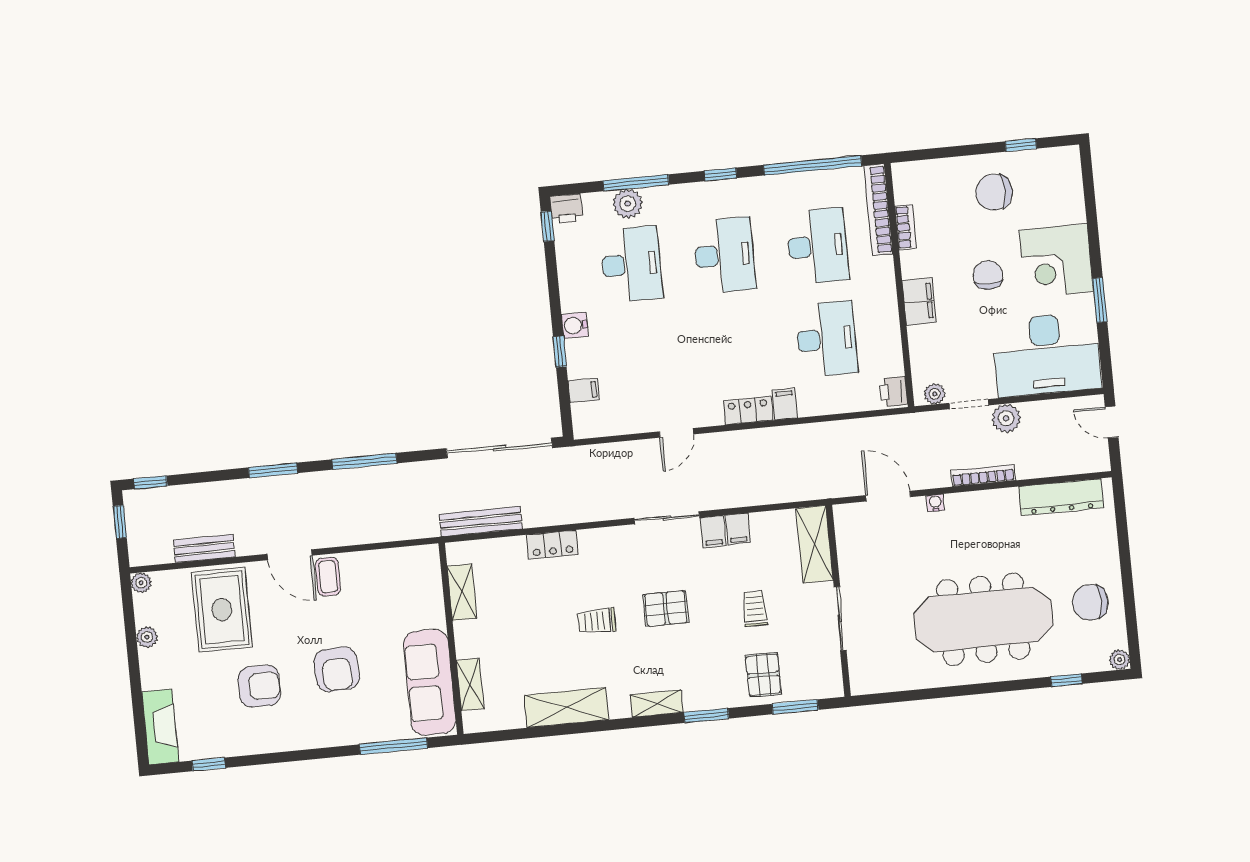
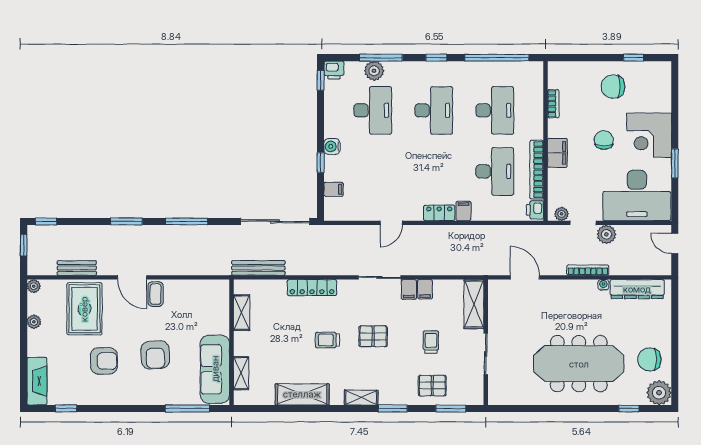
bookcase: (878, 210) -> (537, 170), moved
water cooler: (935, 503) -> (603, 285), moved
locker: (552, 545) -> (312, 288), width x1.53
plant: (1120, 660) -> (659, 393), width x1.88, depth x1.88
pallet: (763, 675) -> (432, 386), turned 90

